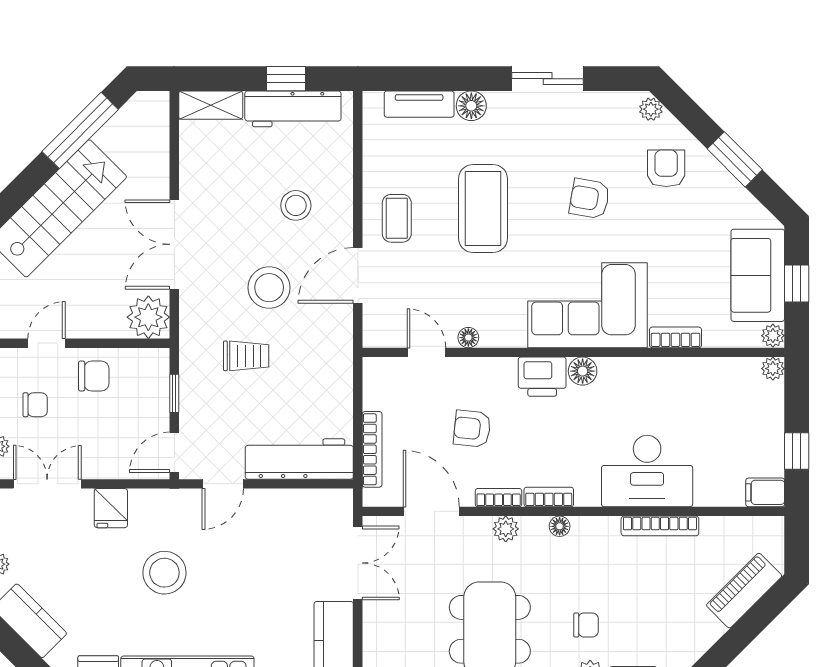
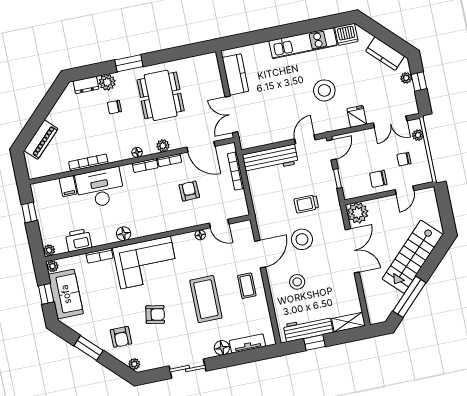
floor lamp: (583, 371) -> (124, 234), moved
printer: (542, 377) -> (78, 240), moved
armchair: (472, 429) -> (189, 191), turned -98
filing cabinet: (765, 492) -> (68, 186), moved, turned 90

